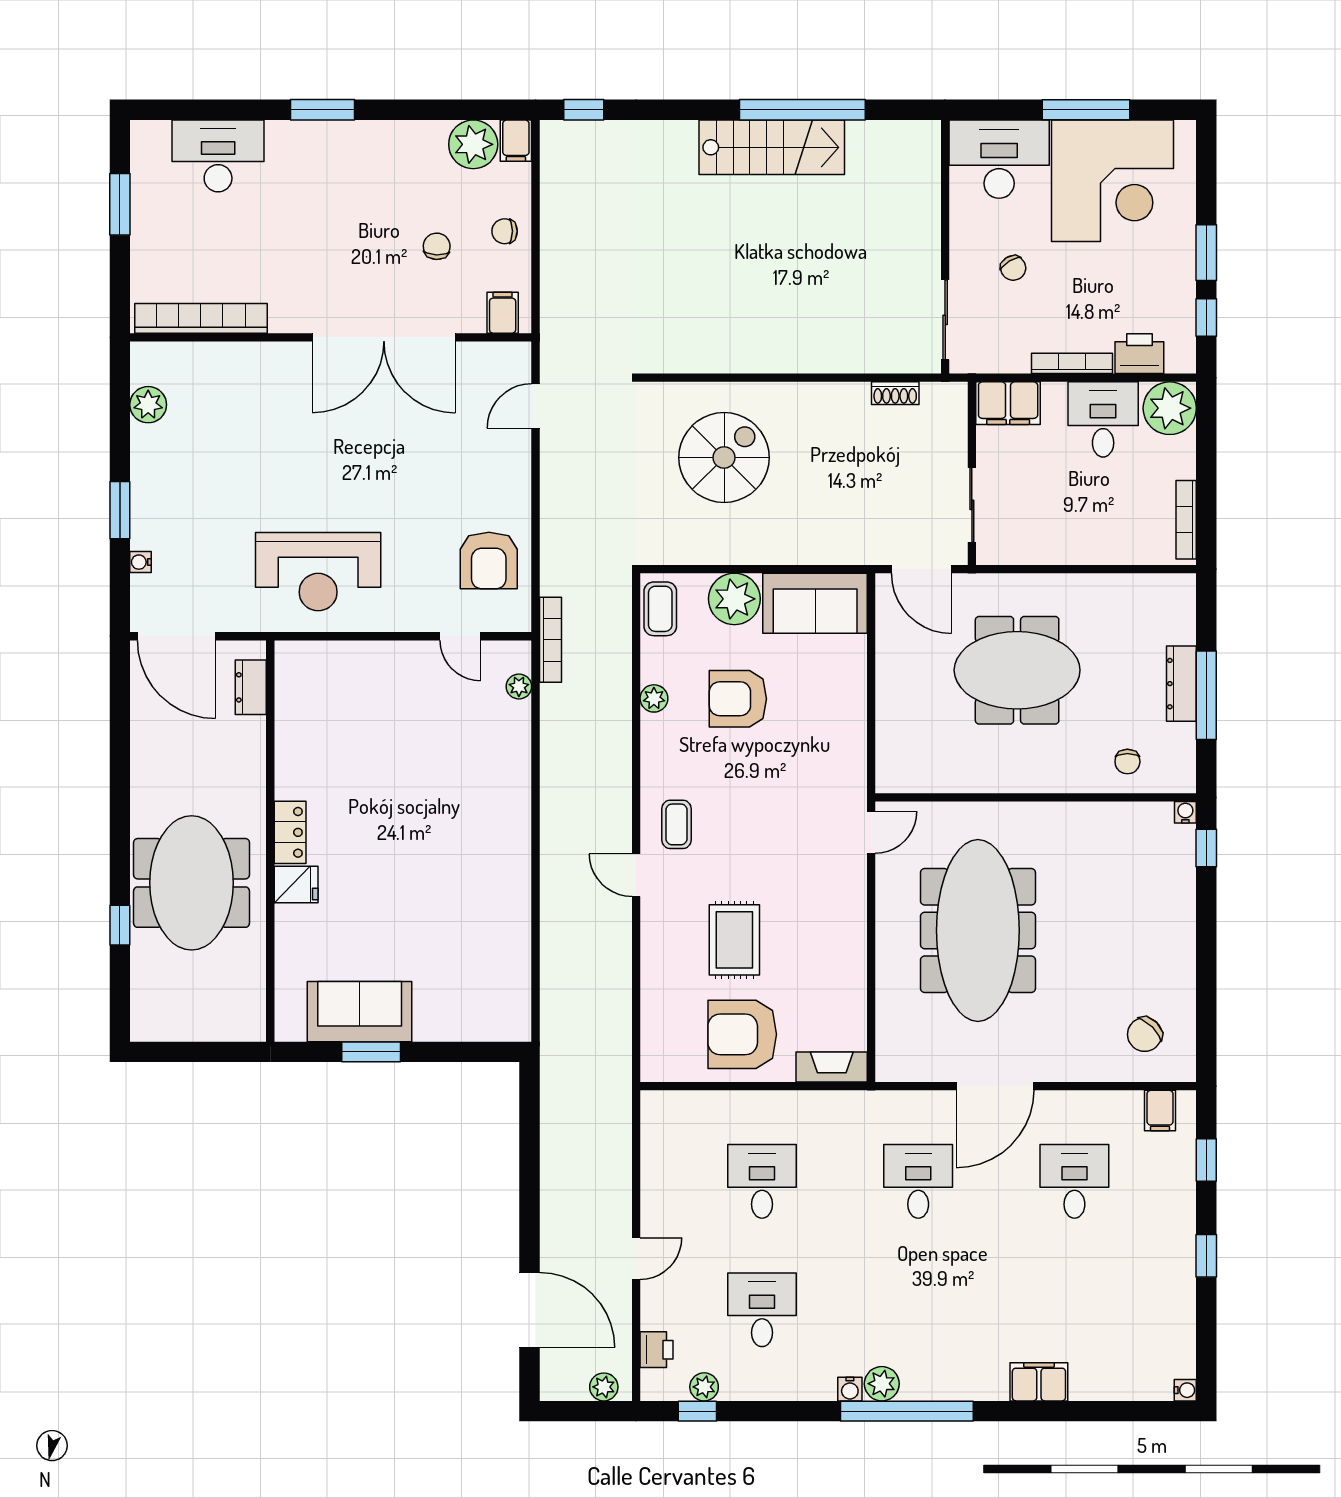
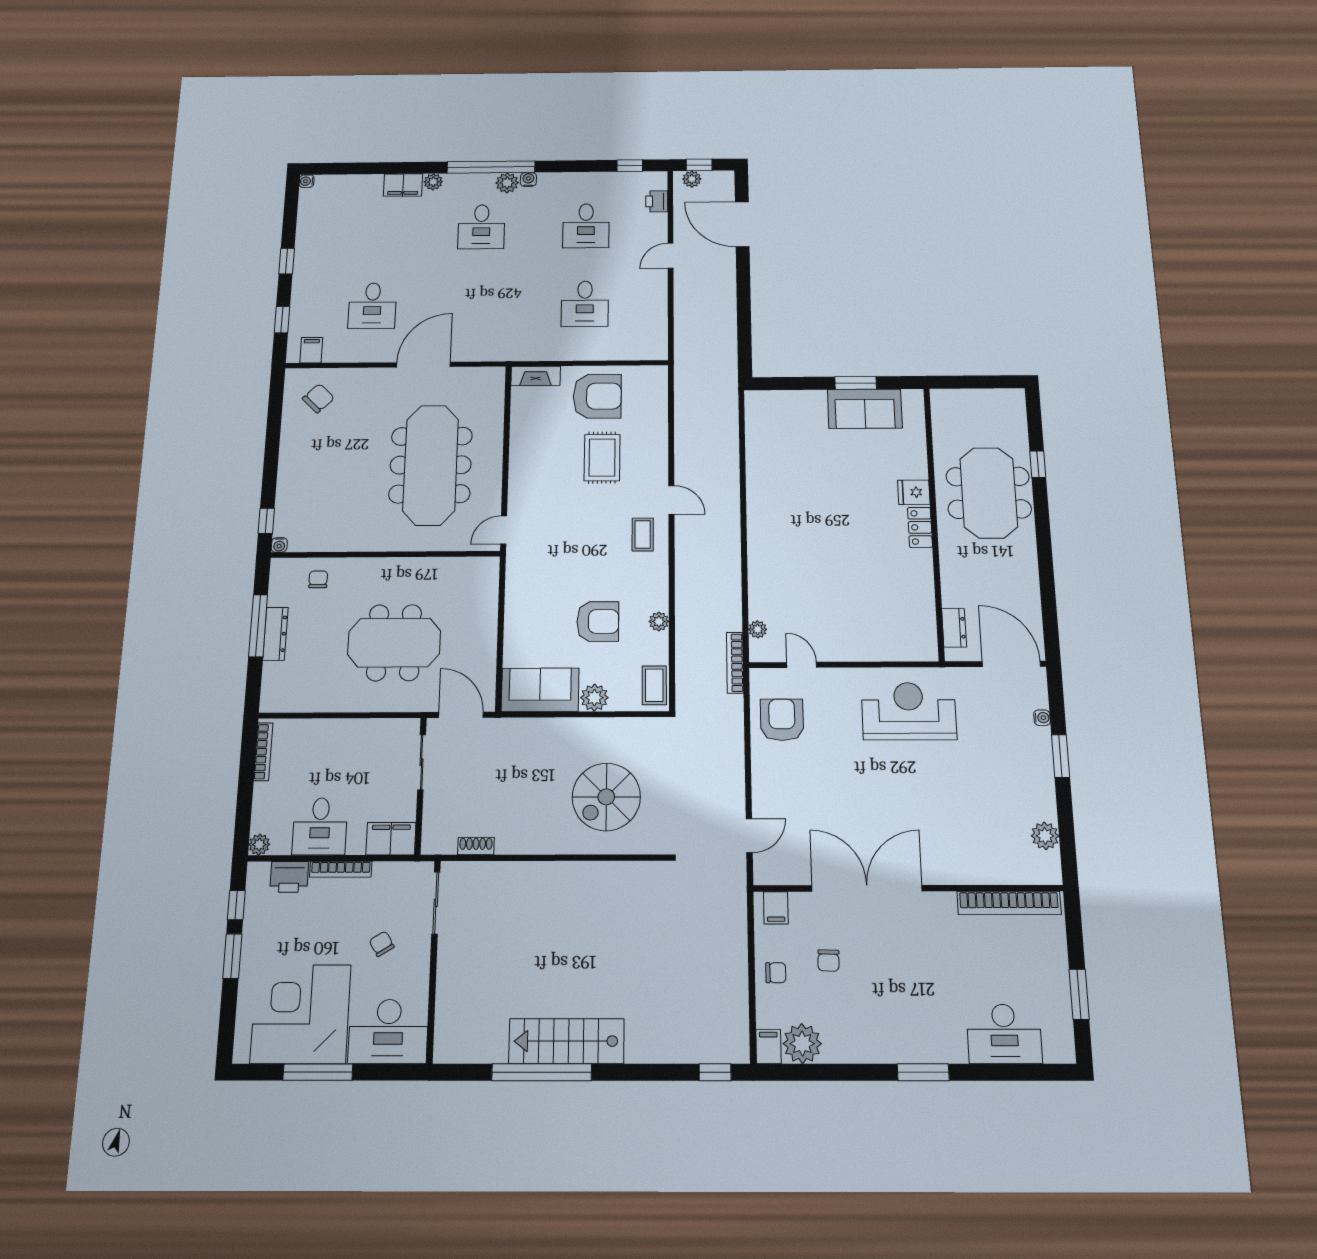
plant: (1170, 408) -> (259, 845), width x0.53, depth x0.53
plant: (734, 599) -> (594, 698), width x0.73, depth x0.73
desk: (918, 1181) -> (481, 227), moved
plant: (704, 1387) -> (433, 182), moved
window: (593, 1411) -> (699, 165), added

